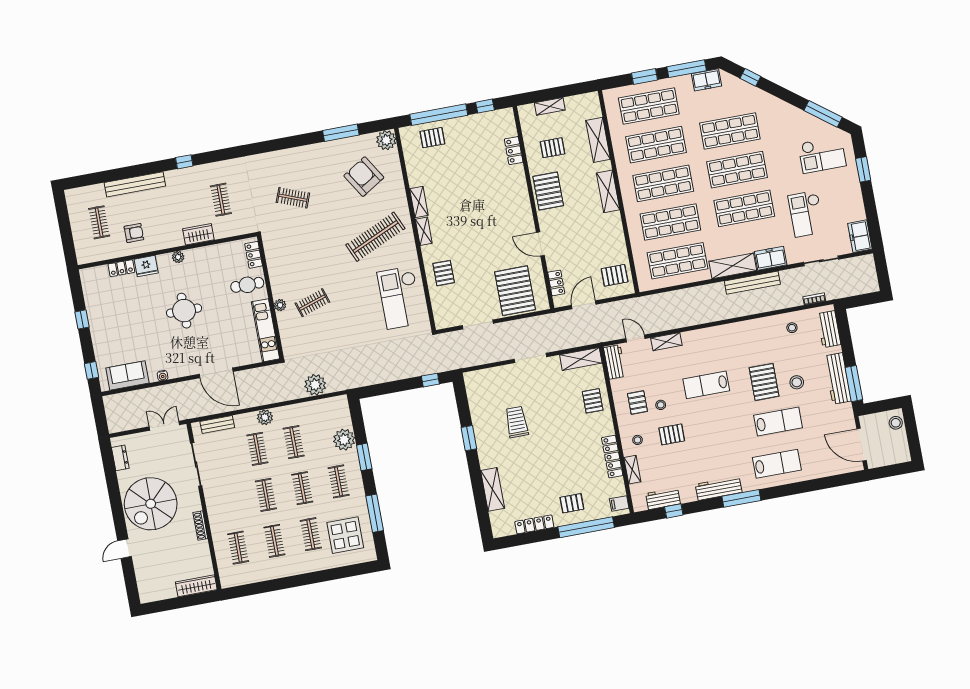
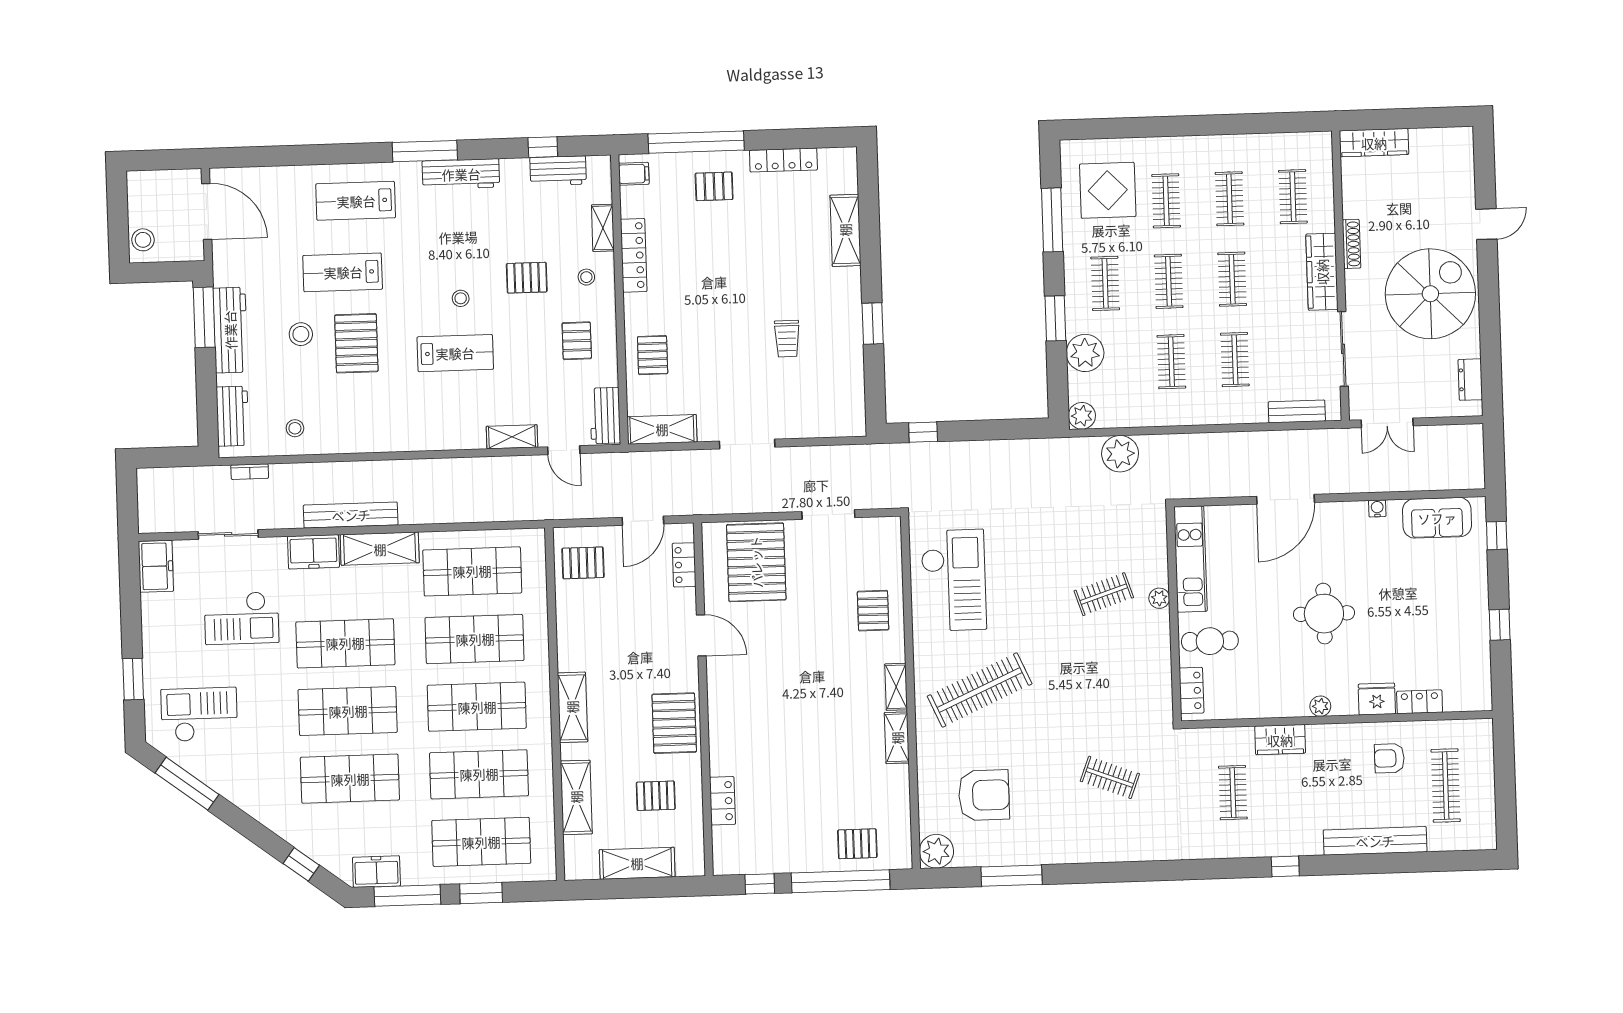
shelving: (550, 106) -> (637, 863), width x1.50, depth x1.33
armchair: (364, 177) -> (984, 795), turned -58
checkout: (806, 214) -> (242, 618), turned 90
clothes rail: (99, 222) -> (1446, 786), width x1.36
door: (216, 373) -> (1285, 499), swing flipped
stool: (661, 405) -> (461, 298), moved
plant: (265, 417) -> (1082, 416), moved
trolley: (517, 422) -> (787, 339), width x0.73, depth x0.72
wardrobe: (215, 507) -> (1322, 272), added

